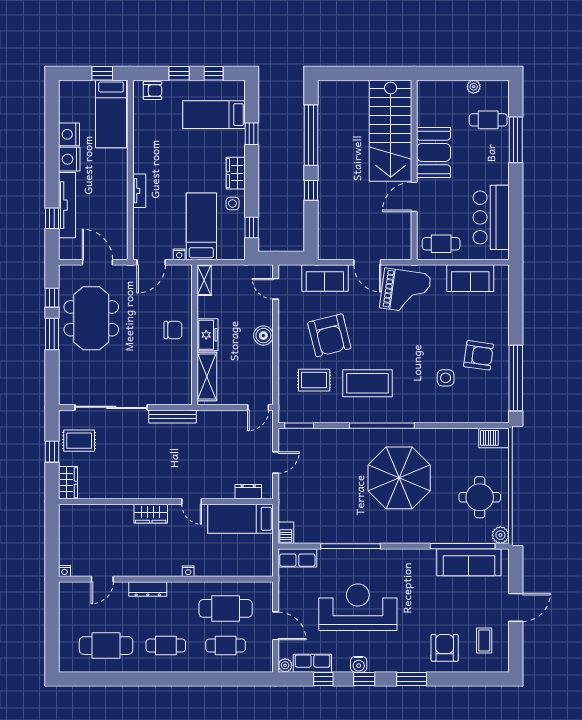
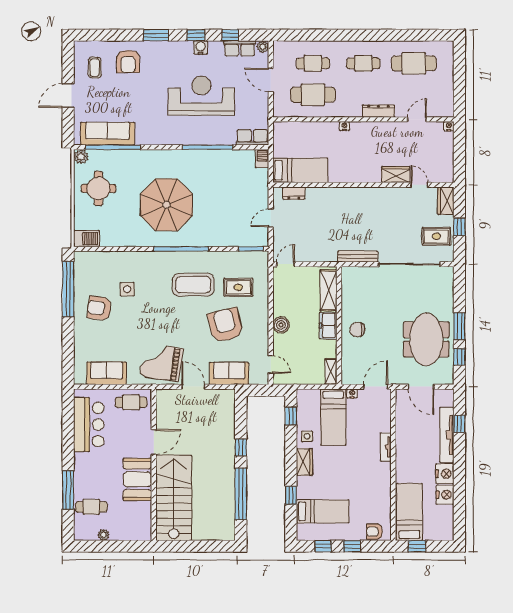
door: (192, 502) -> (419, 185), moved
wardrobe: (151, 514) -> (396, 175), moved
reception desk: (358, 607) -> (201, 96), turned 180

